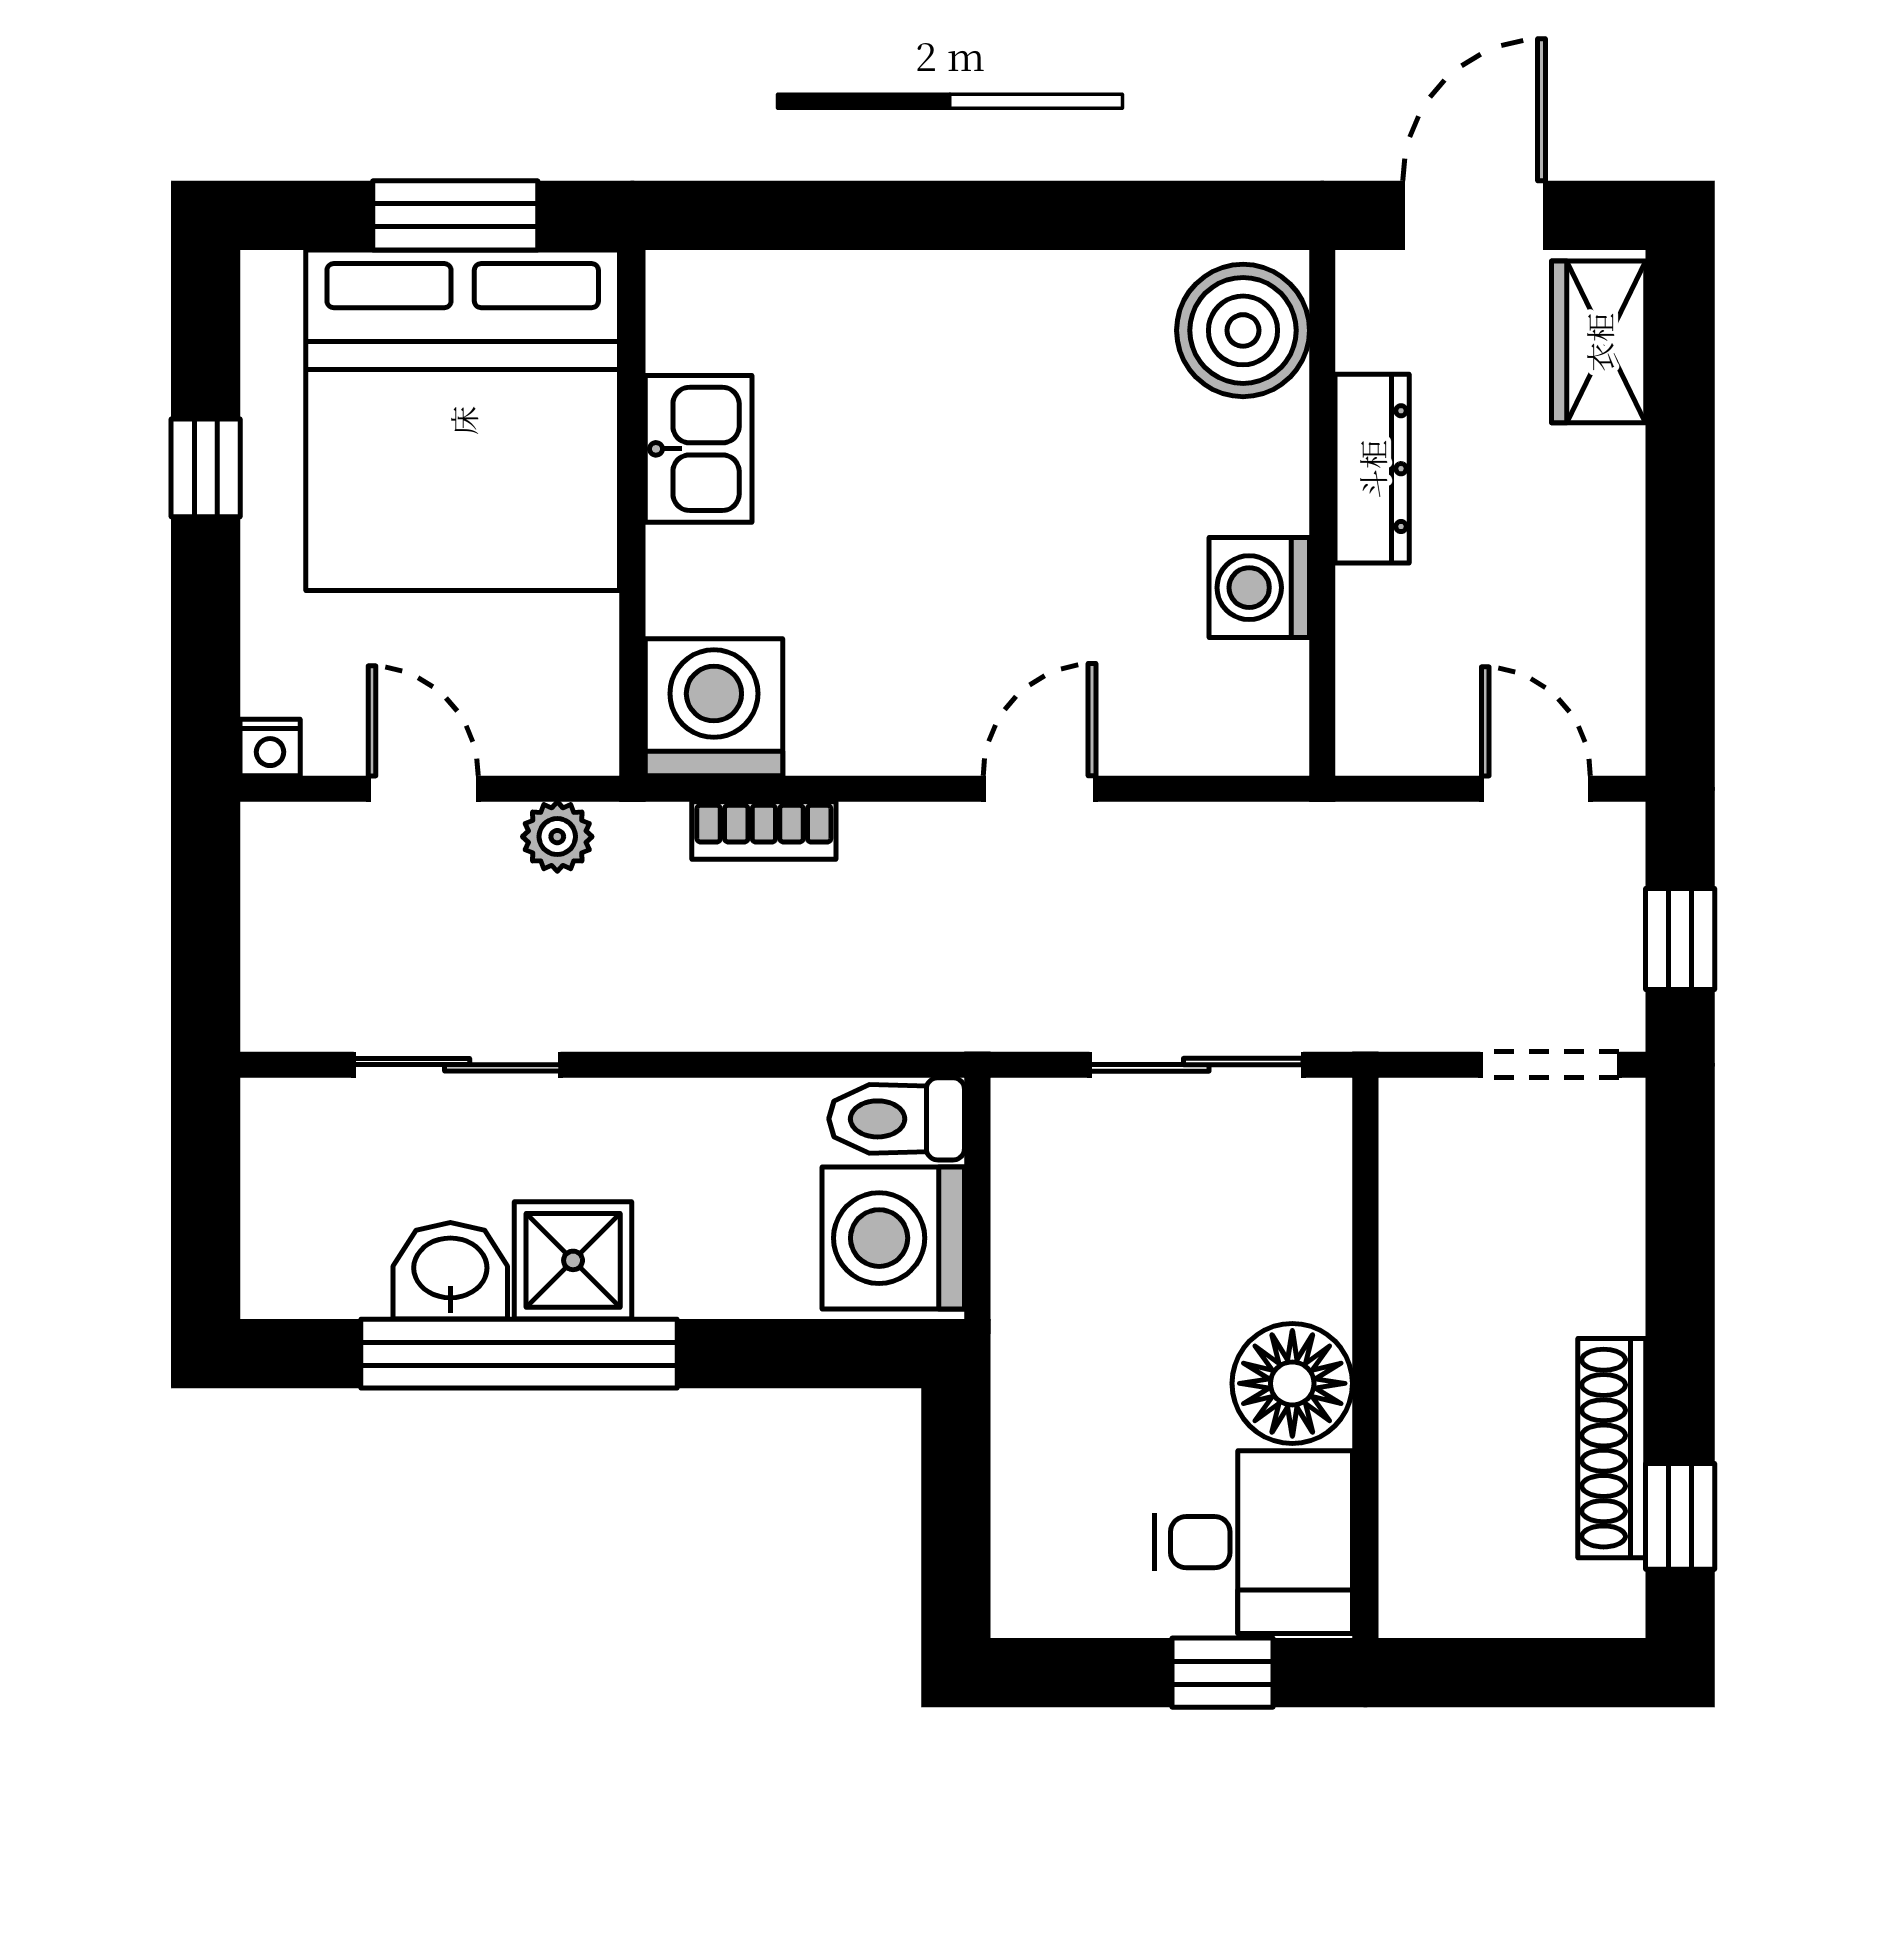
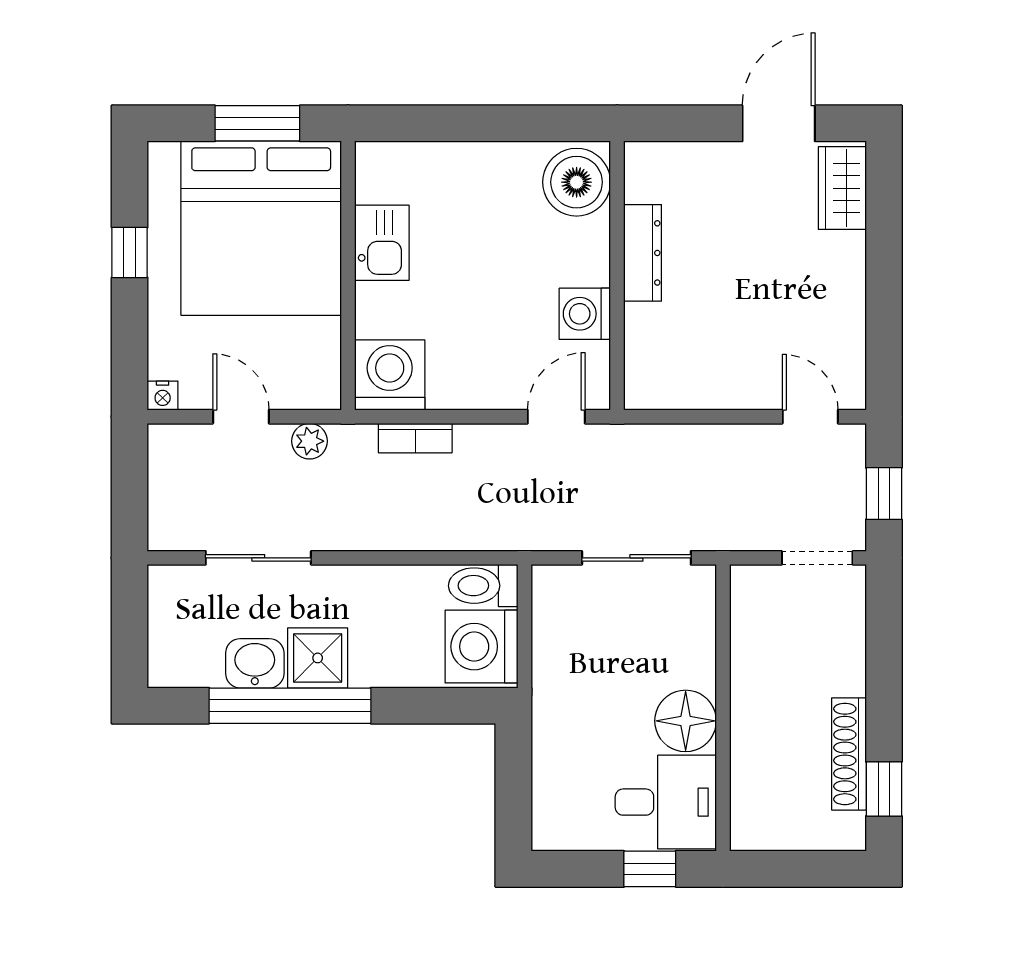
boiler: (1243, 330) -> (577, 182), moved
dresser: (1372, 469) -> (643, 253), moved
wall: (1322, 513) -> (617, 276), moved
washing machine: (1259, 588) -> (585, 314), moved

